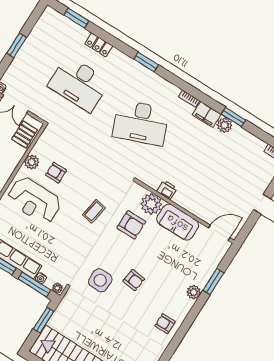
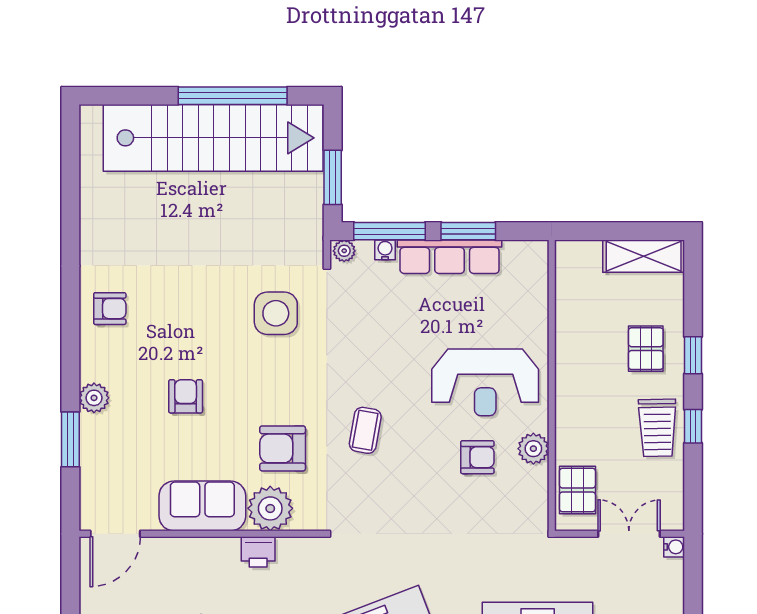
reception desk: (34, 200) -> (485, 382), turned 180
armchair: (134, 280) -> (186, 396), moved, turned 83

